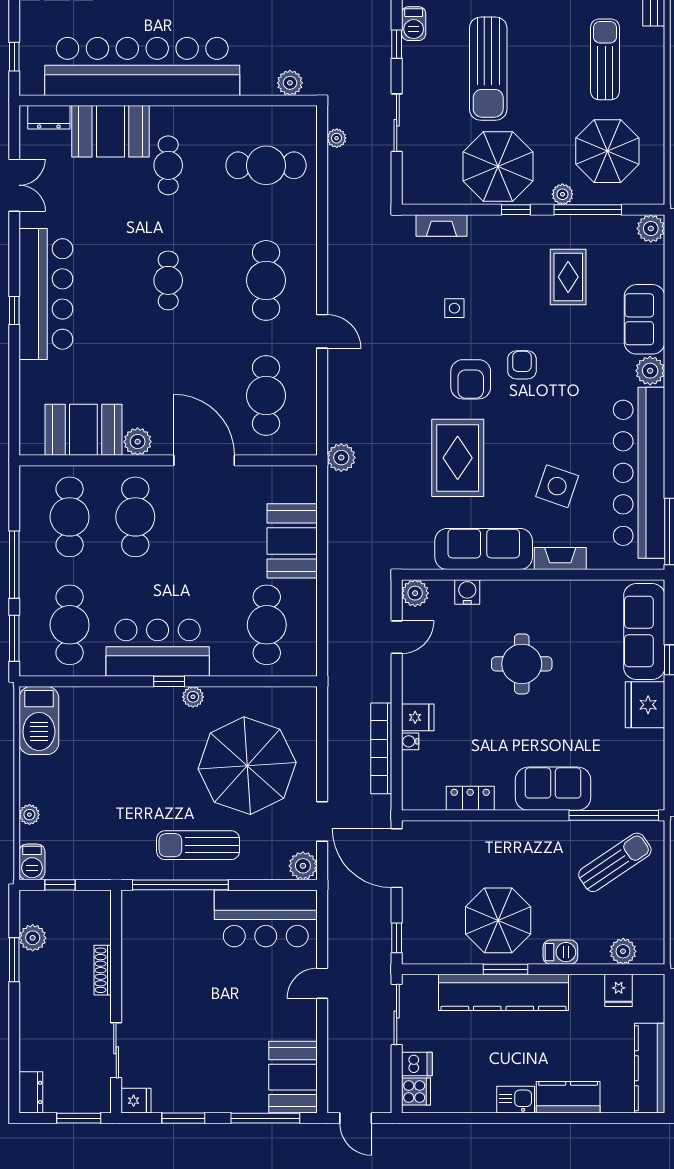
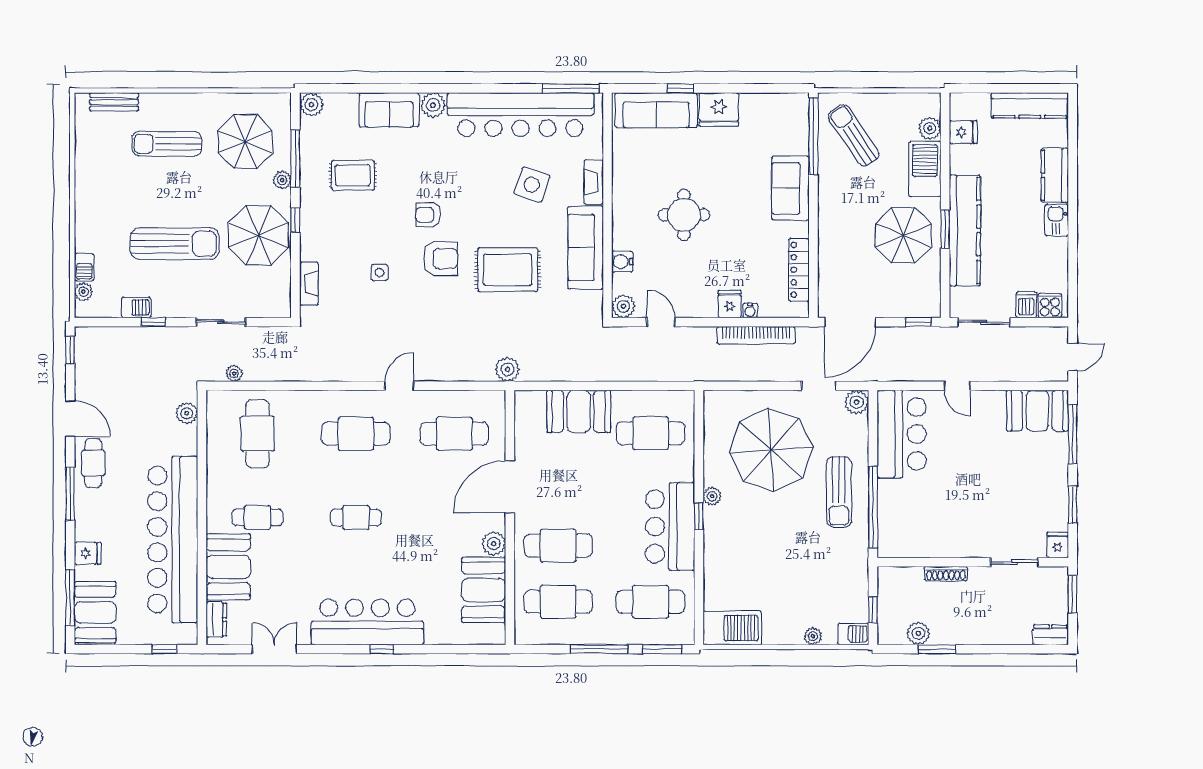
locker: (470, 798) -> (799, 270), width x1.53
barbecue: (560, 952) -> (925, 169), width x1.88, depth x1.53

